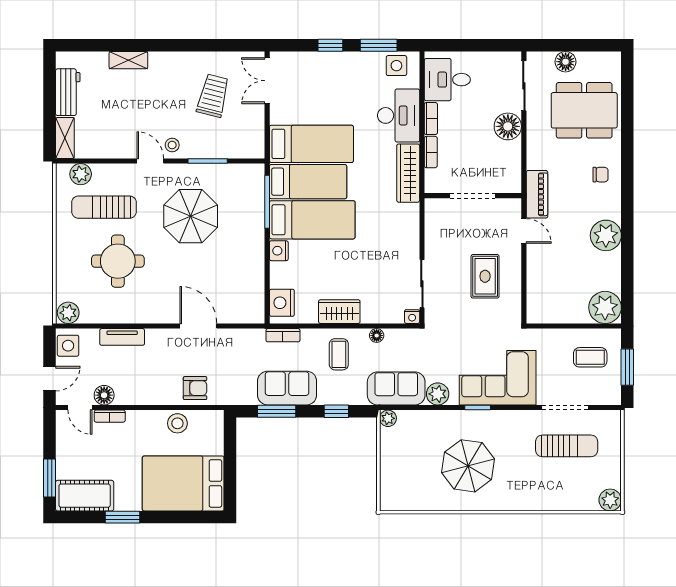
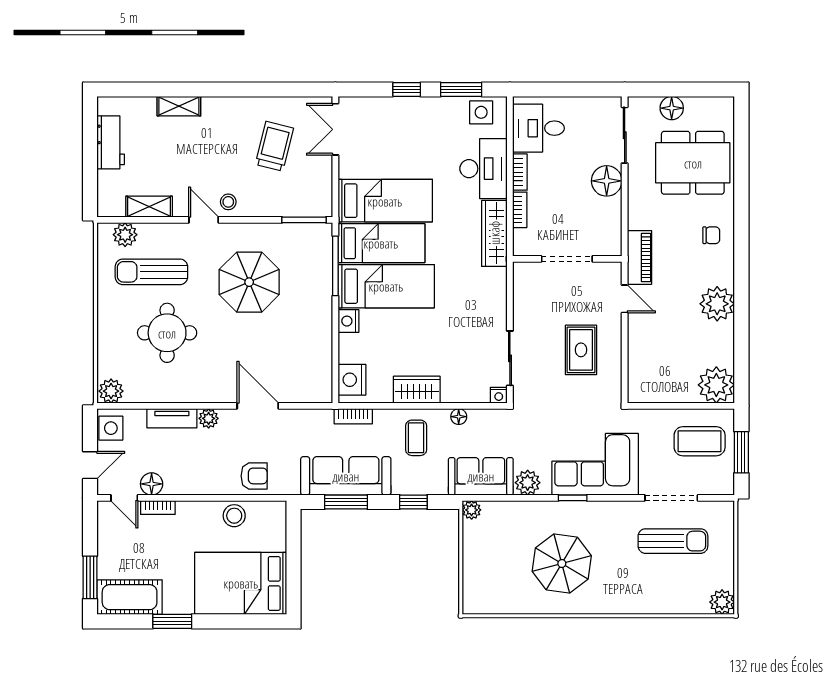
shelving: (65, 138) -> (149, 207), moved, turned 90
window: (208, 161) -> (304, 220), moved
plant: (155, 337) -> (209, 418), added
coffee table: (590, 357) -> (700, 441), width x1.36, depth x1.30
sofa: (287, 388) -> (346, 476), width x1.36

